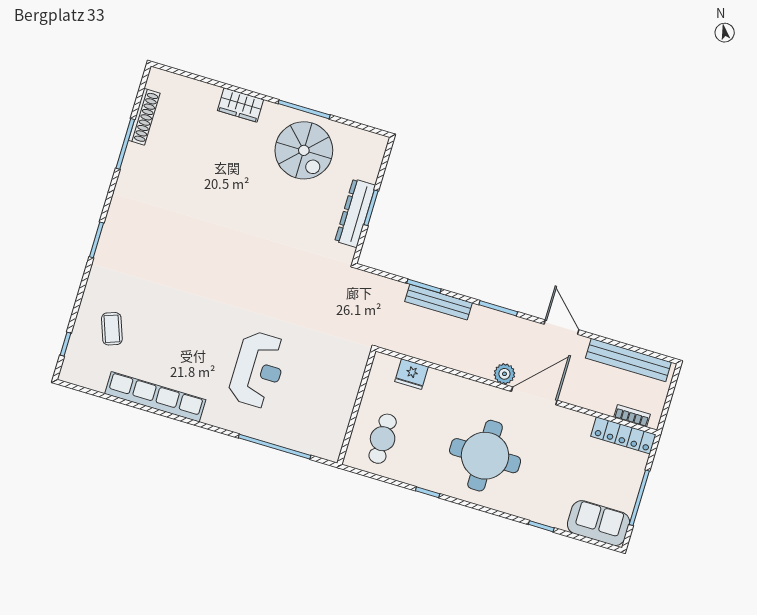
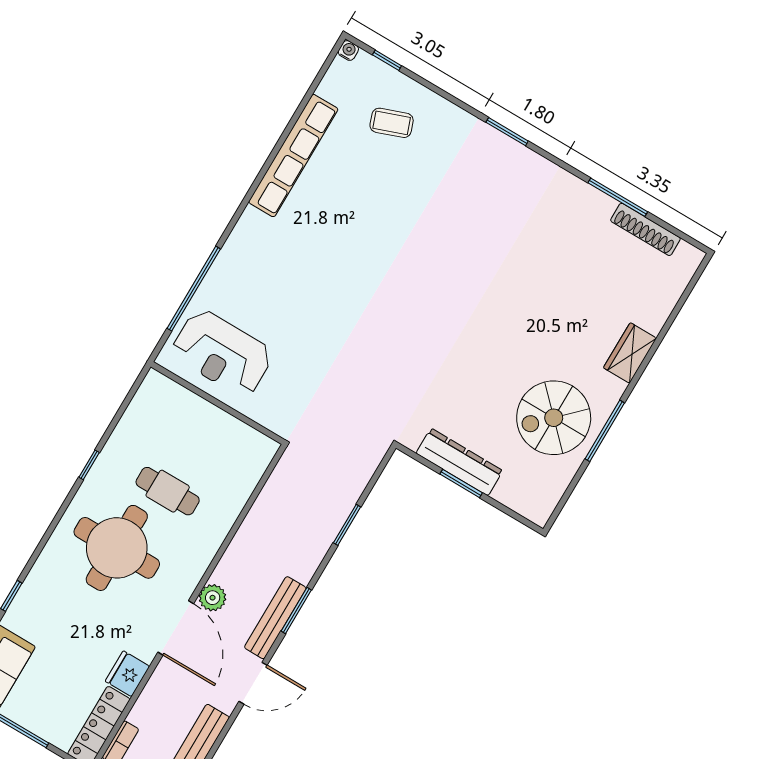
bench: (439, 302) -> (275, 618), moved
reception desk: (258, 370) -> (222, 353), moved
fridge: (412, 374) -> (128, 674), moved
water cooler: (65, 375) -> (348, 50), added
cafe table: (383, 439) -> (168, 491), moved

